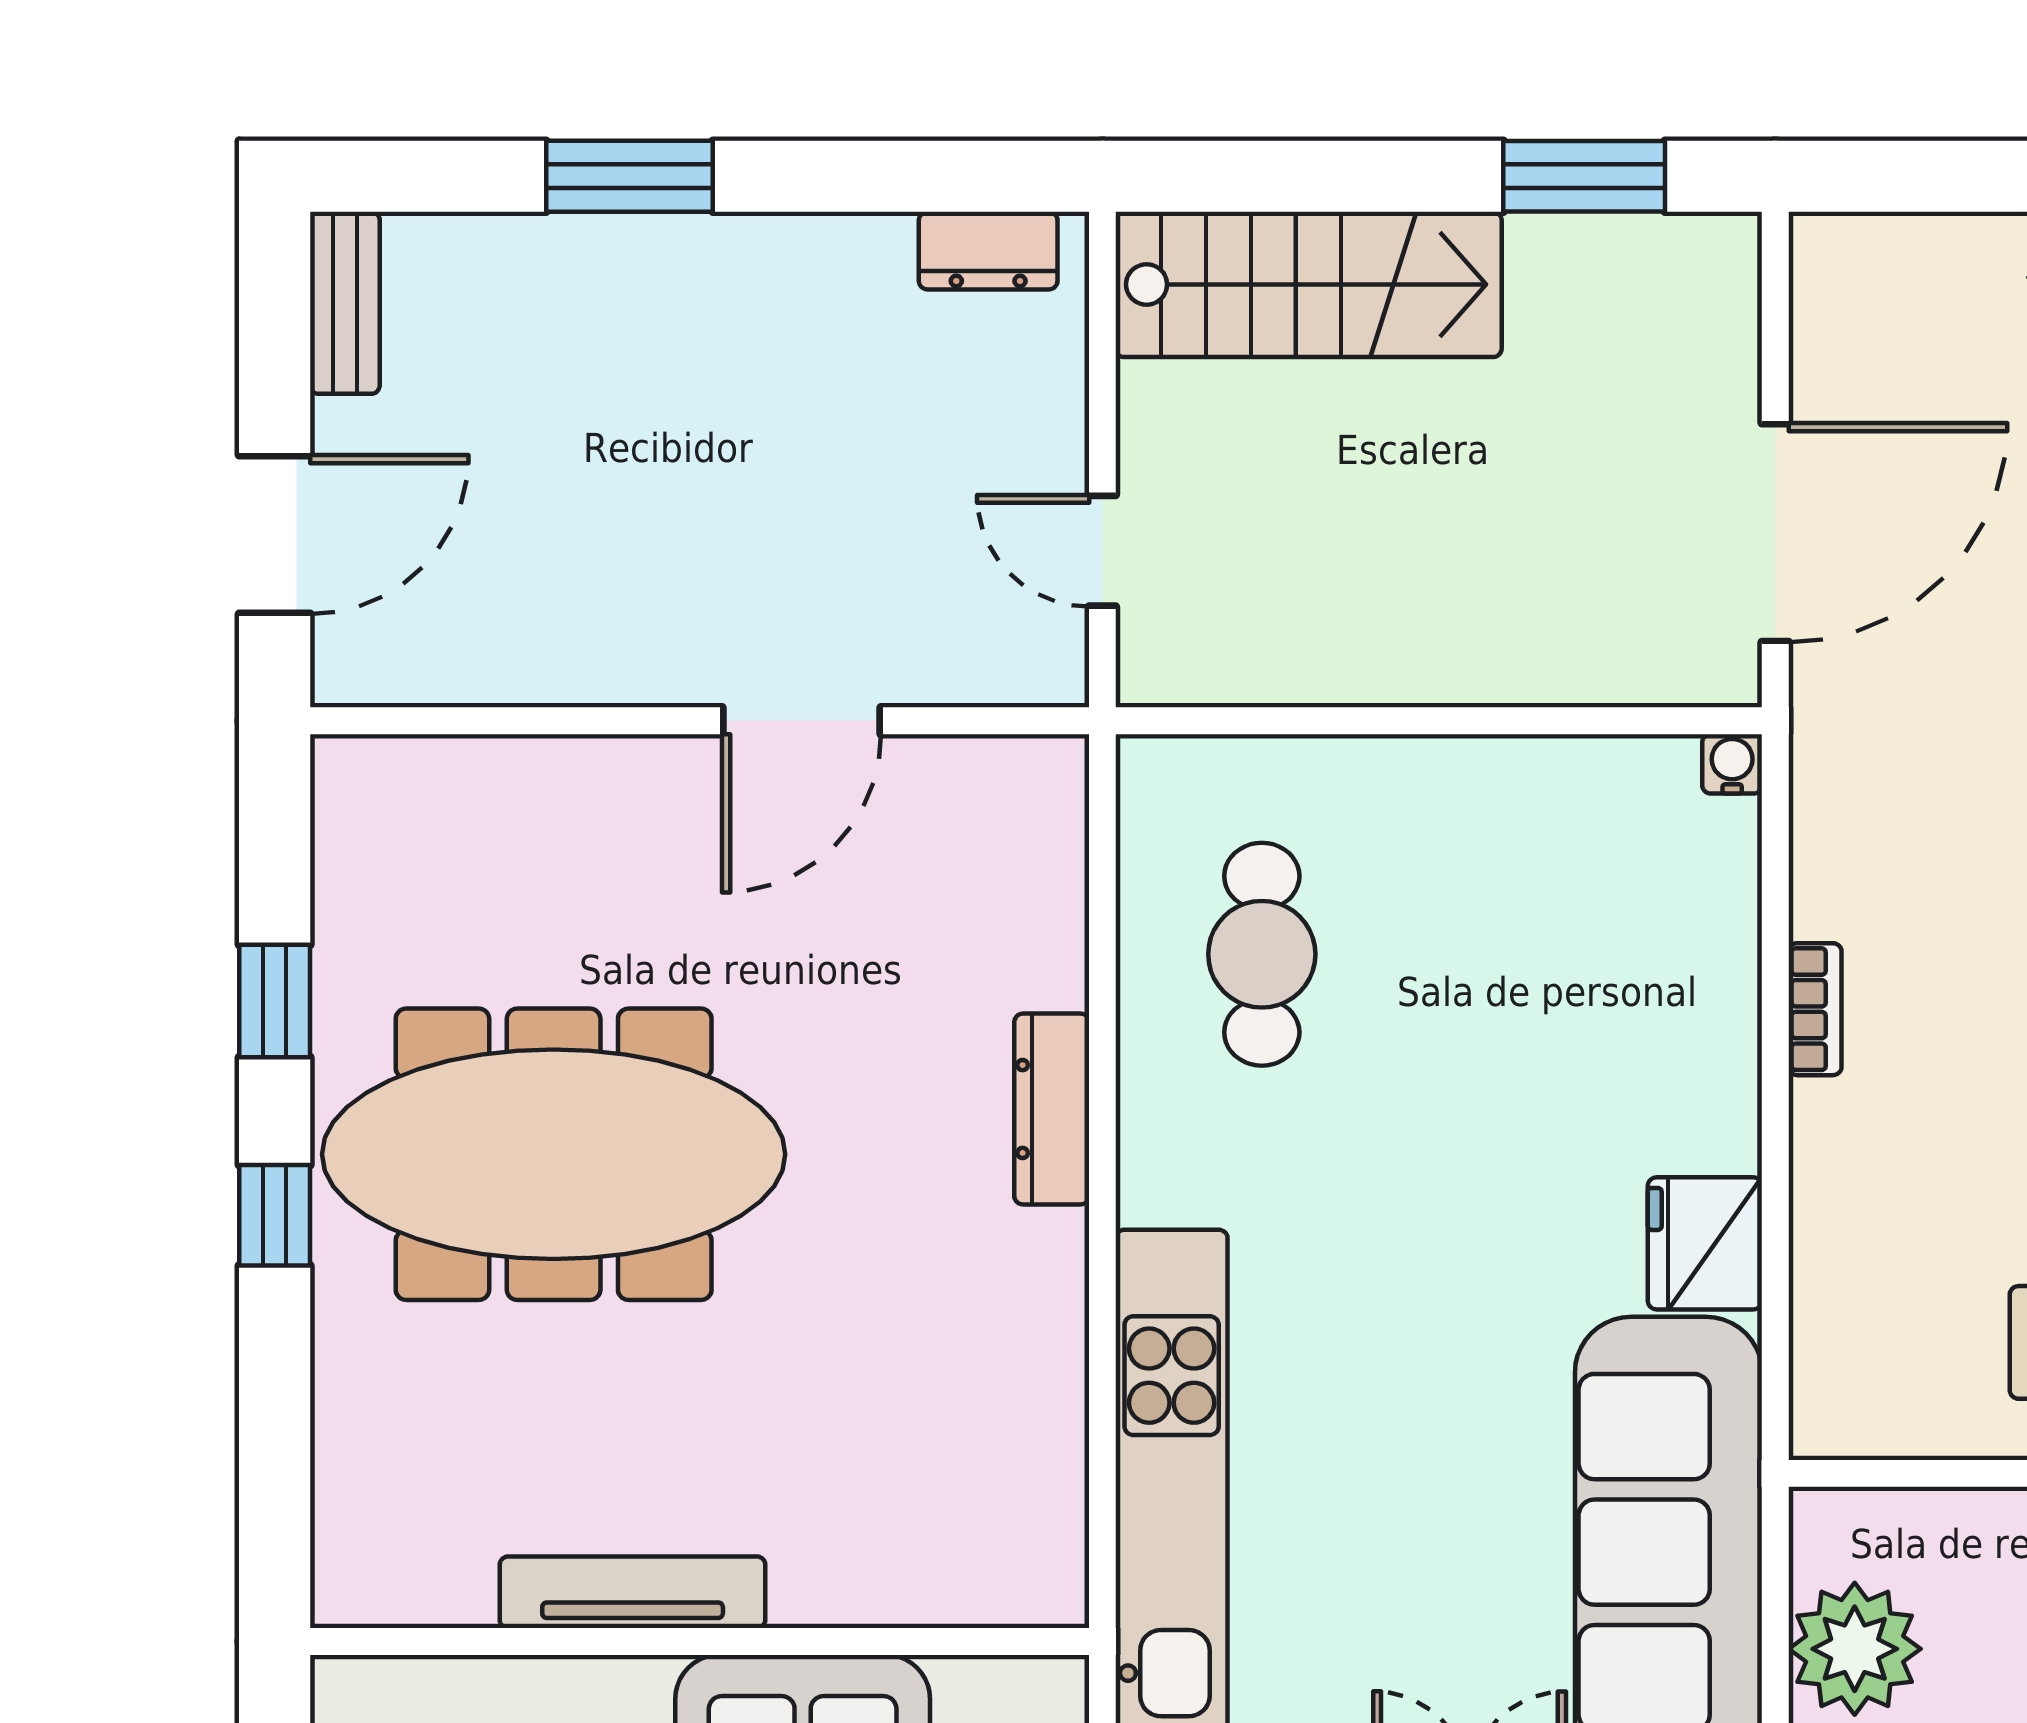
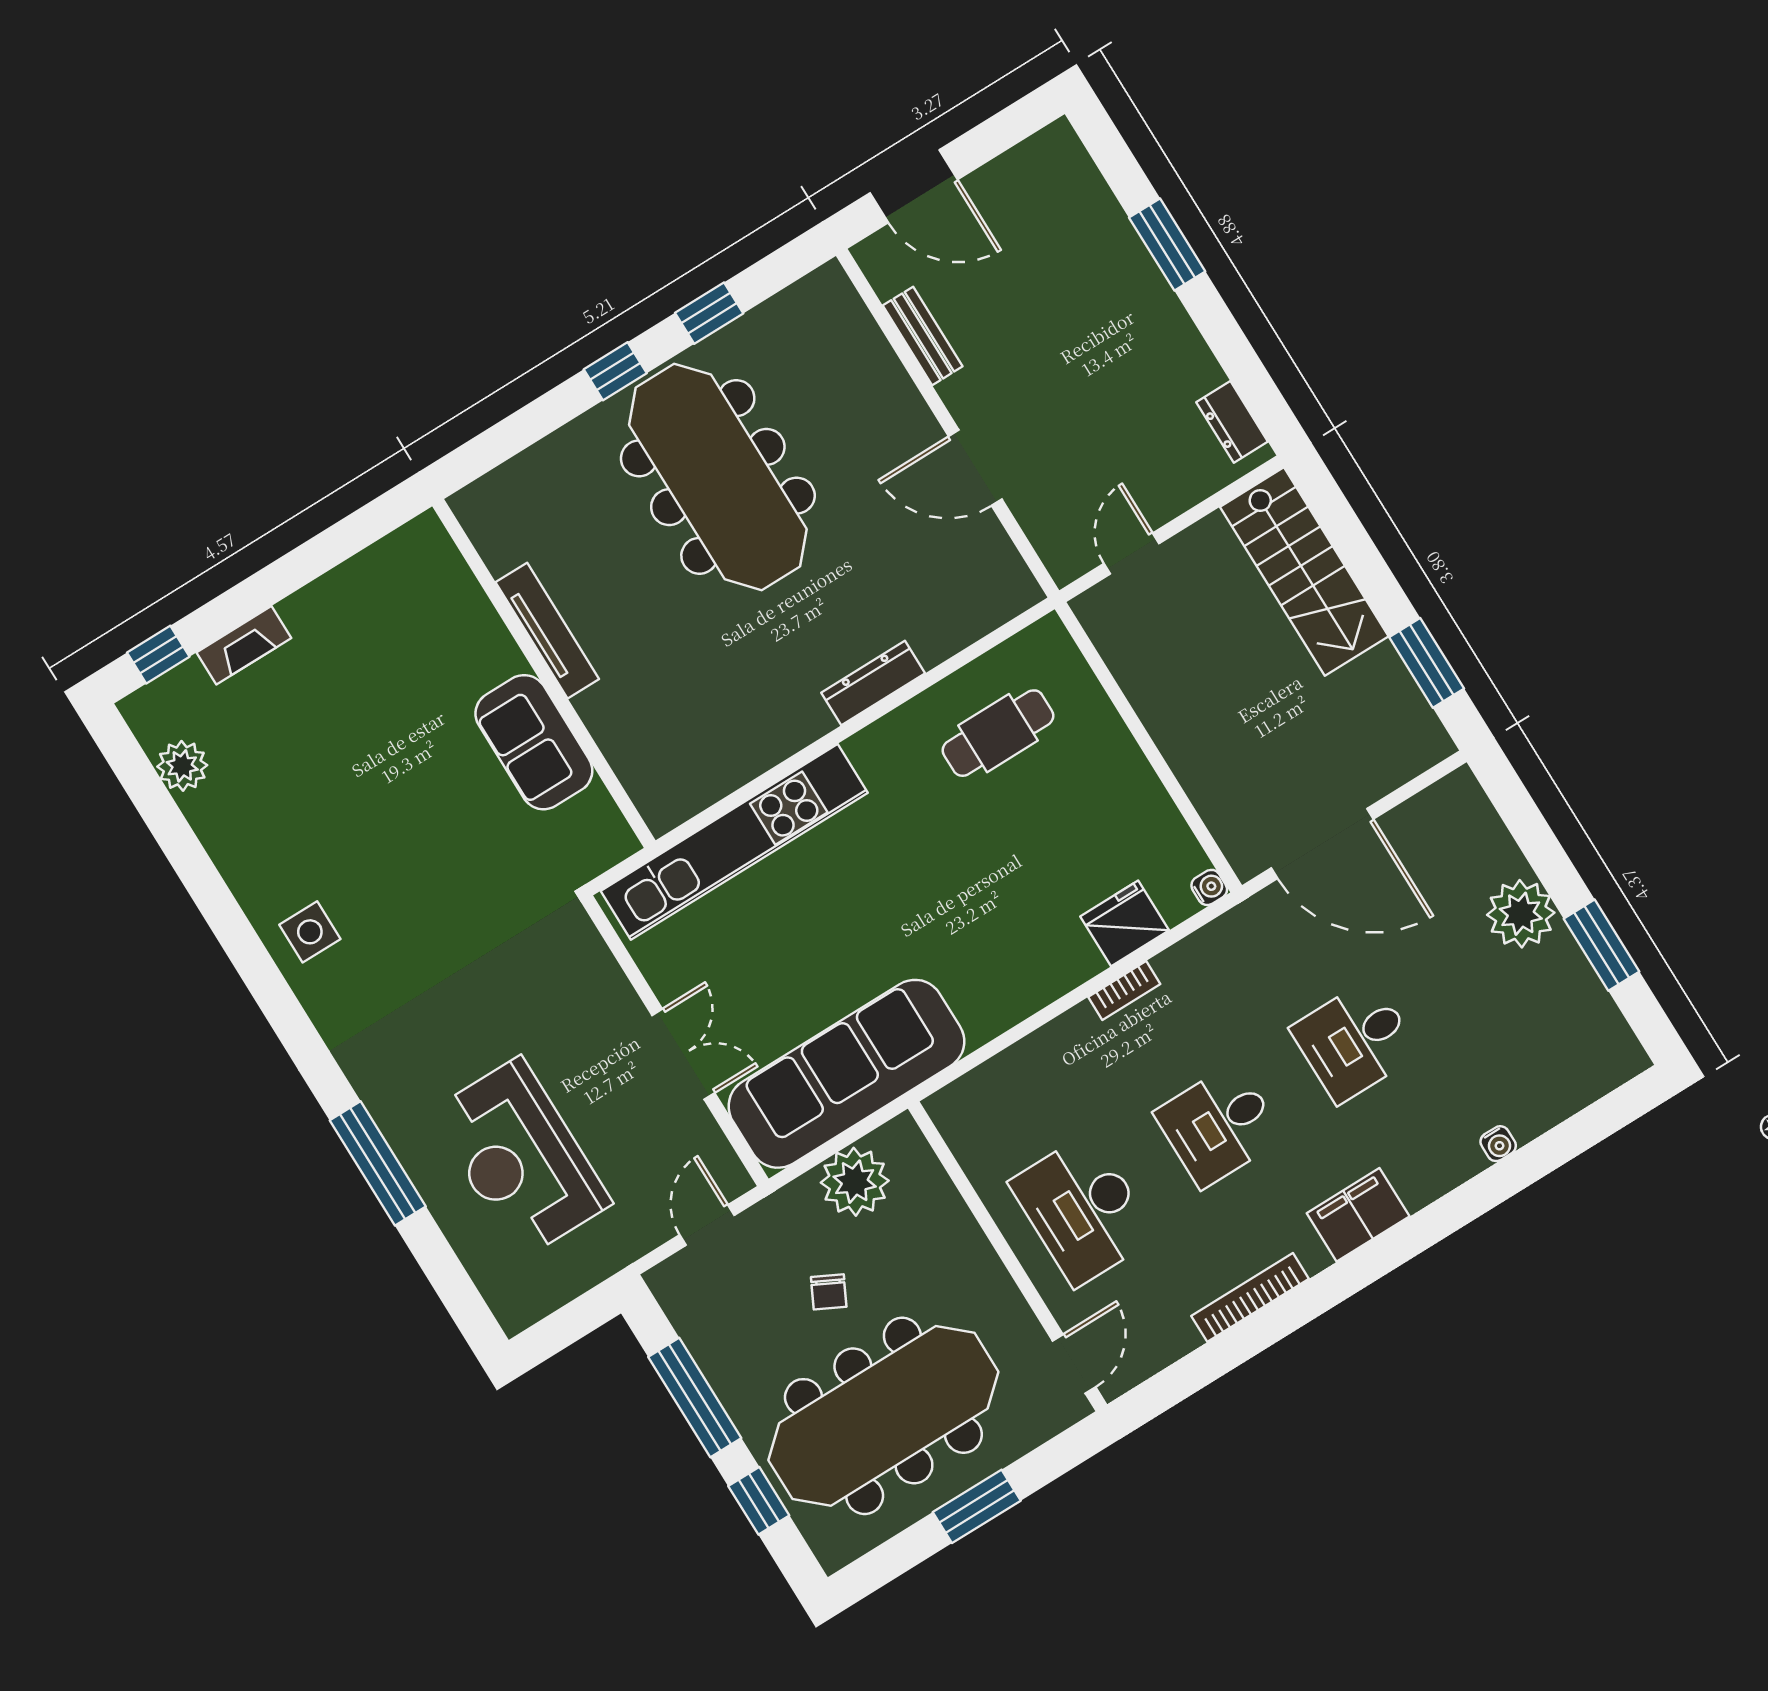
bench: (345, 303) -> (923, 336), moved, turned 90
fridge: (1705, 1243) -> (1125, 923), moved

